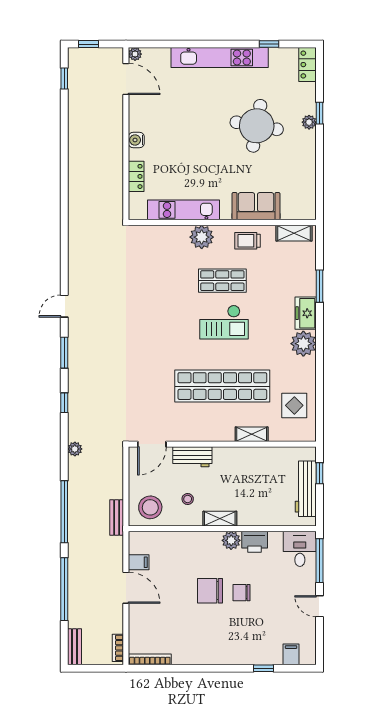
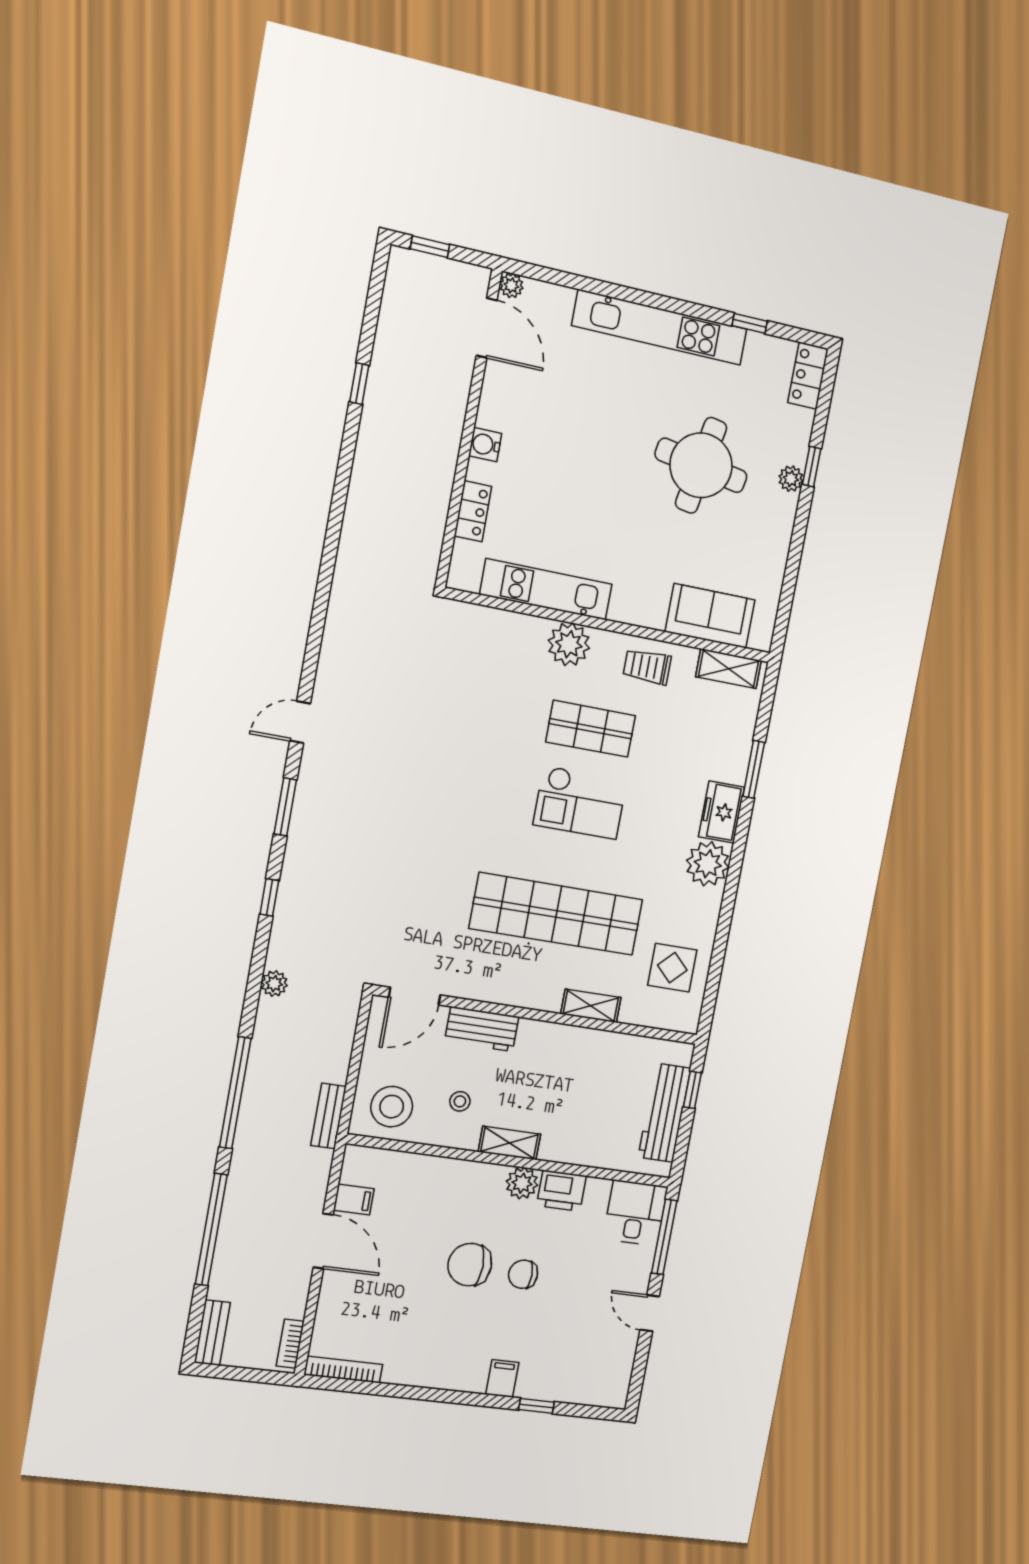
window: (64, 78) -> (359, 384), moved
sofa: (256, 206) -> (710, 616), moved
filing cabinet: (291, 654) -> (502, 1378), moved

